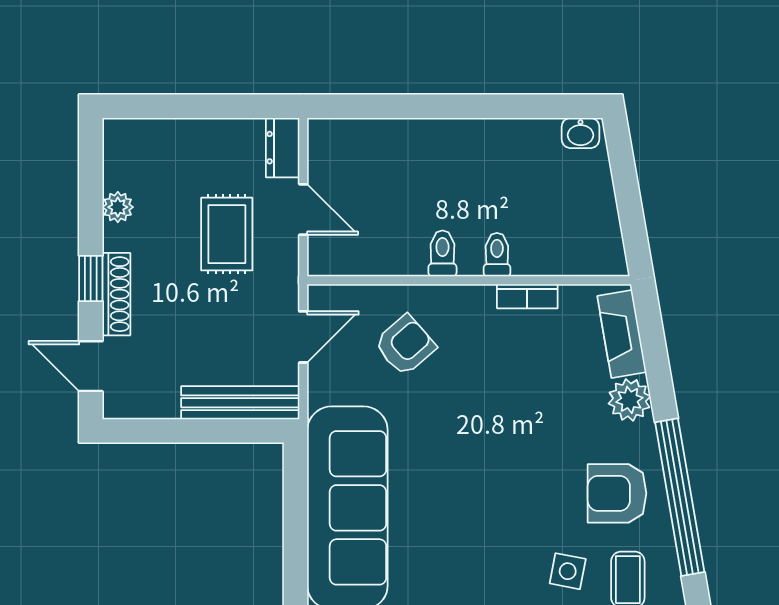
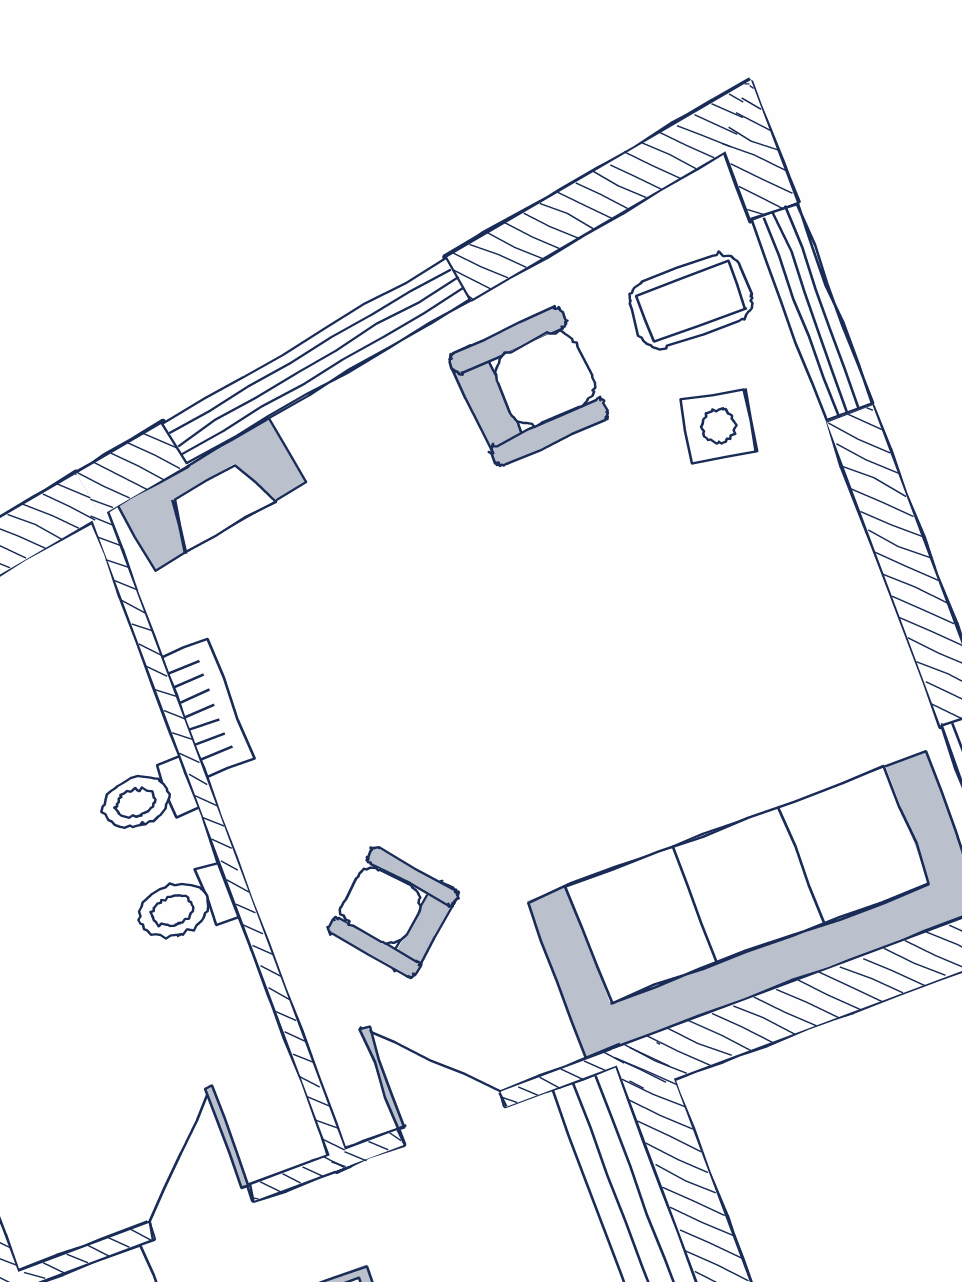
plant: (629, 400) -> (336, 431), removed
armchair: (617, 493) -> (529, 386), turned -94
window: (680, 497) -> (317, 362), moved

